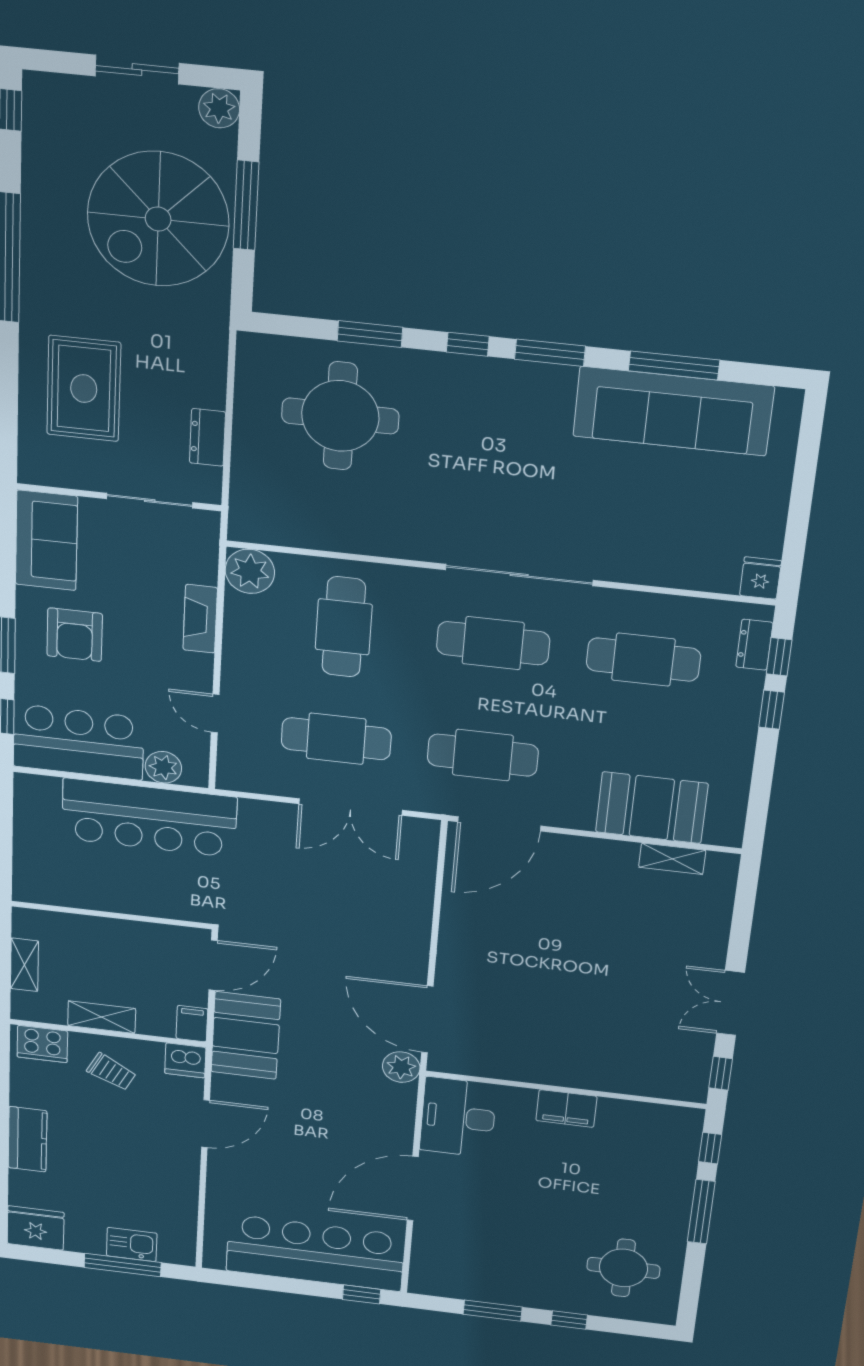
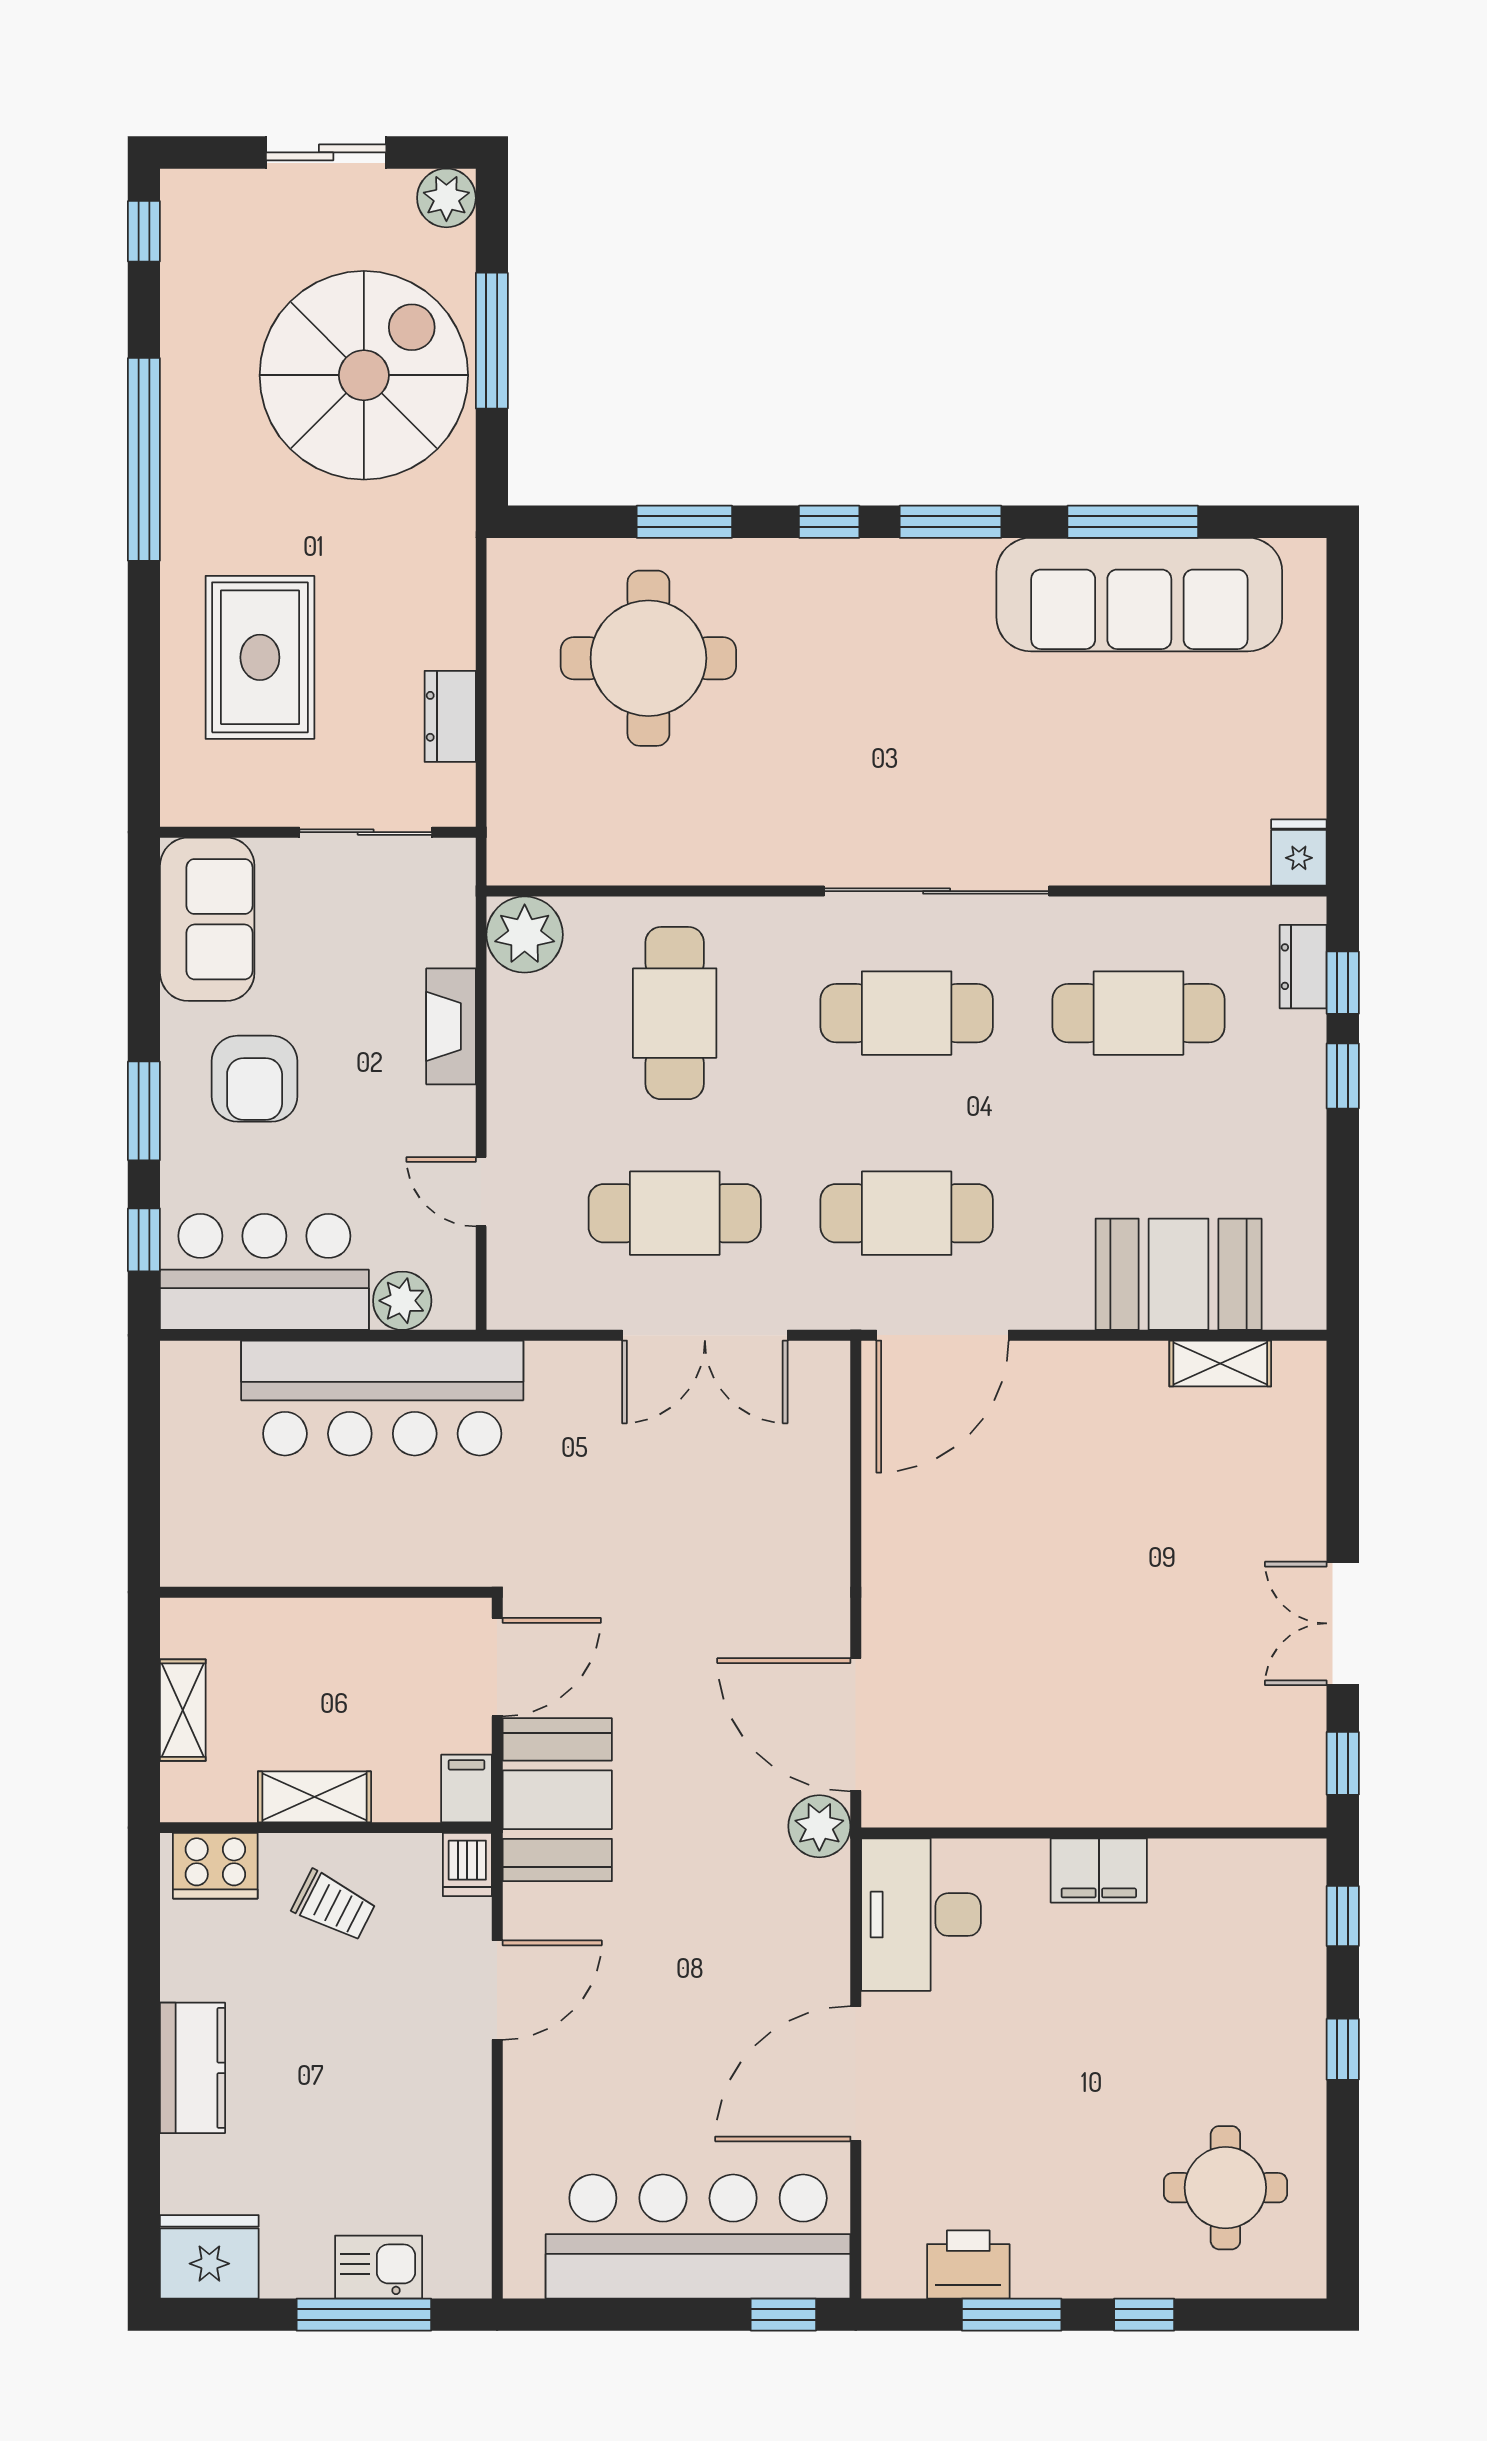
spiral stairs: (158, 219) -> (364, 375), turned 180
dishwasher: (185, 1060) -> (467, 1865), width x0.73
window: (701, 1212) -> (1343, 2049), width x0.46
printer: (470, 1285) -> (968, 2265), added

